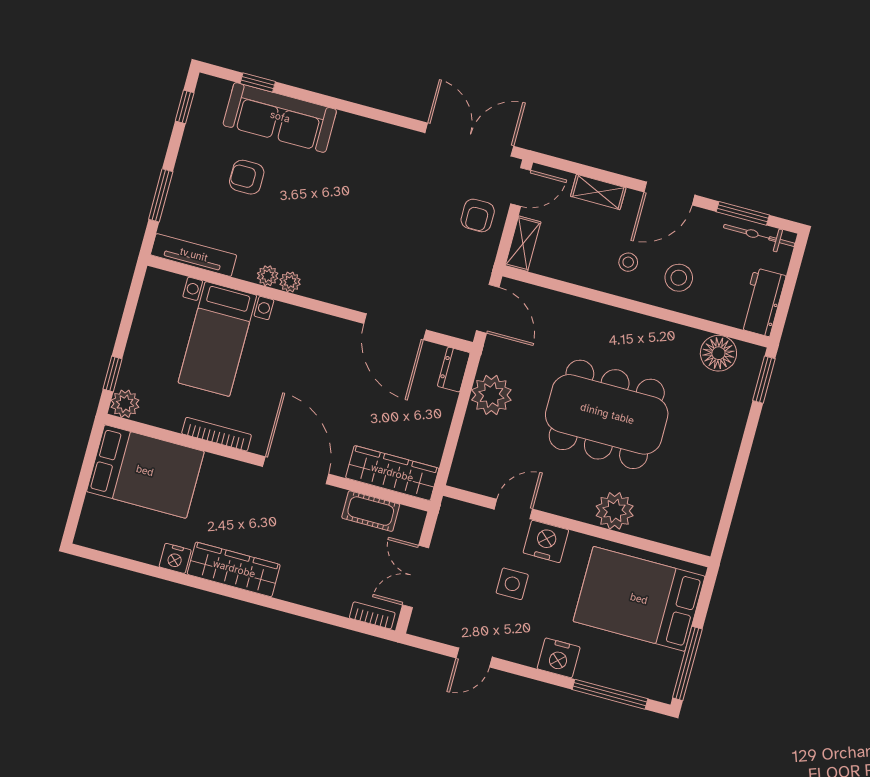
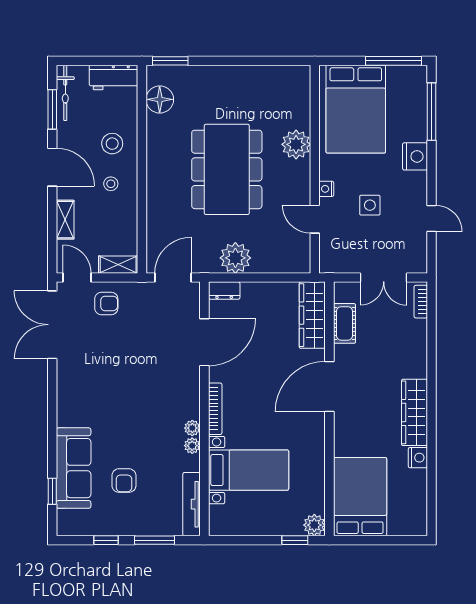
window: (185, 107) -> (106, 540), moved
bookcase: (217, 434) -> (215, 409), moved, turned 180
nightstand: (546, 541) -> (326, 189), width x0.53, depth x0.56

